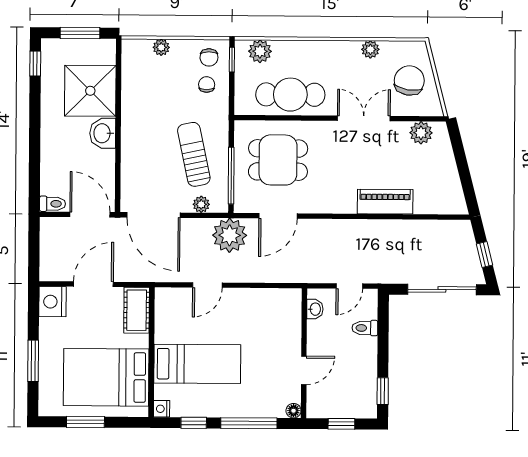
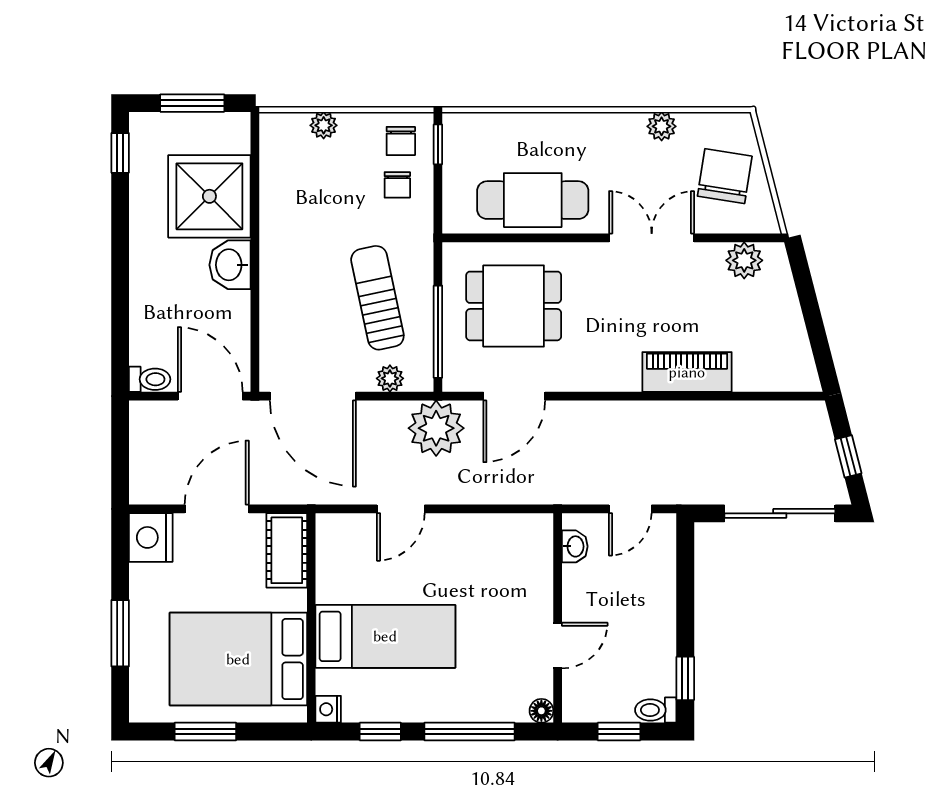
plant: (260, 51) -> (483, 131), removed
chair: (207, 85) -> (397, 185), turned 180
toilet: (365, 328) -> (656, 710), moved

